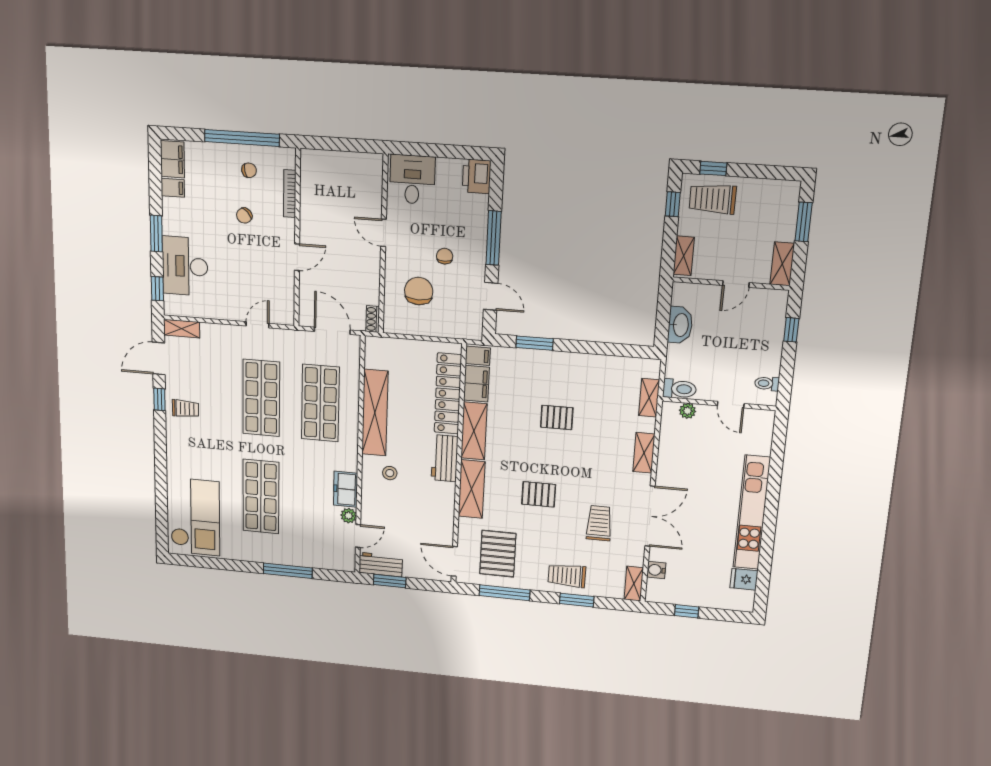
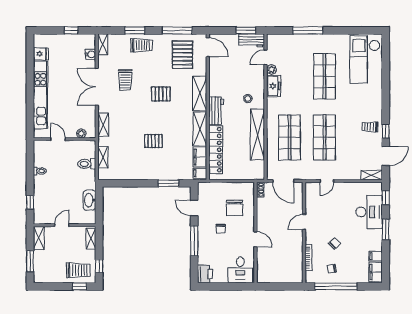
wall: (719, 404) -> (65, 139), moved
door: (731, 405) -> (58, 139), moved
plant: (687, 411) -> (81, 133), moved

